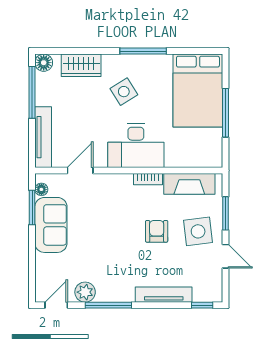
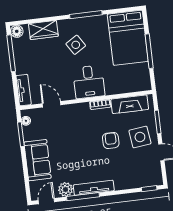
tv unit: (43, 137) -> (24, 90), width x0.71
desk: (136, 146) -> (89, 82), width x0.73
door: (80, 171) -> (52, 104), hinge flipped
sofa: (51, 225) -> (38, 160), moved
tv unit: (164, 295) -> (94, 188), moved

